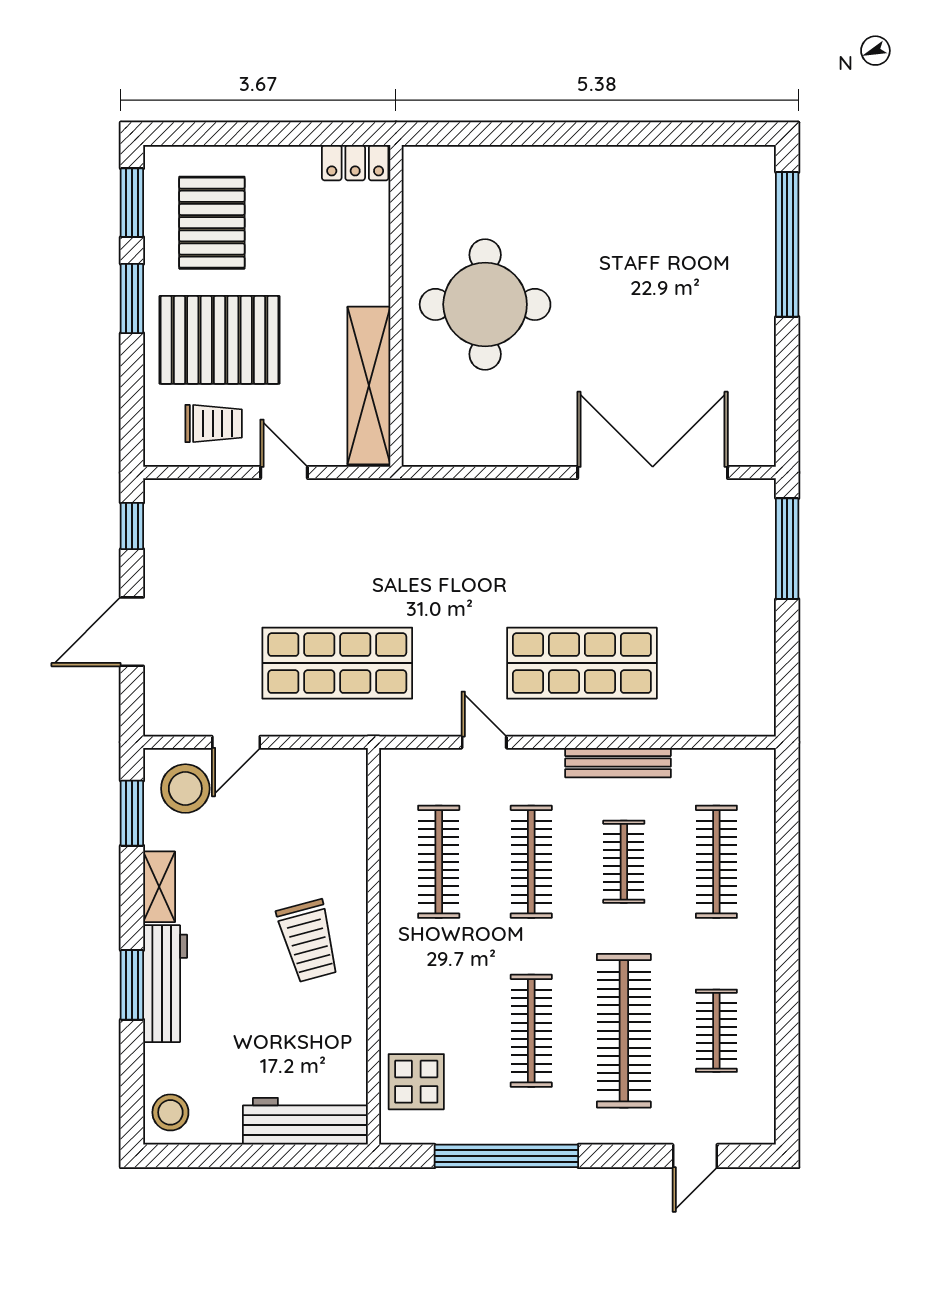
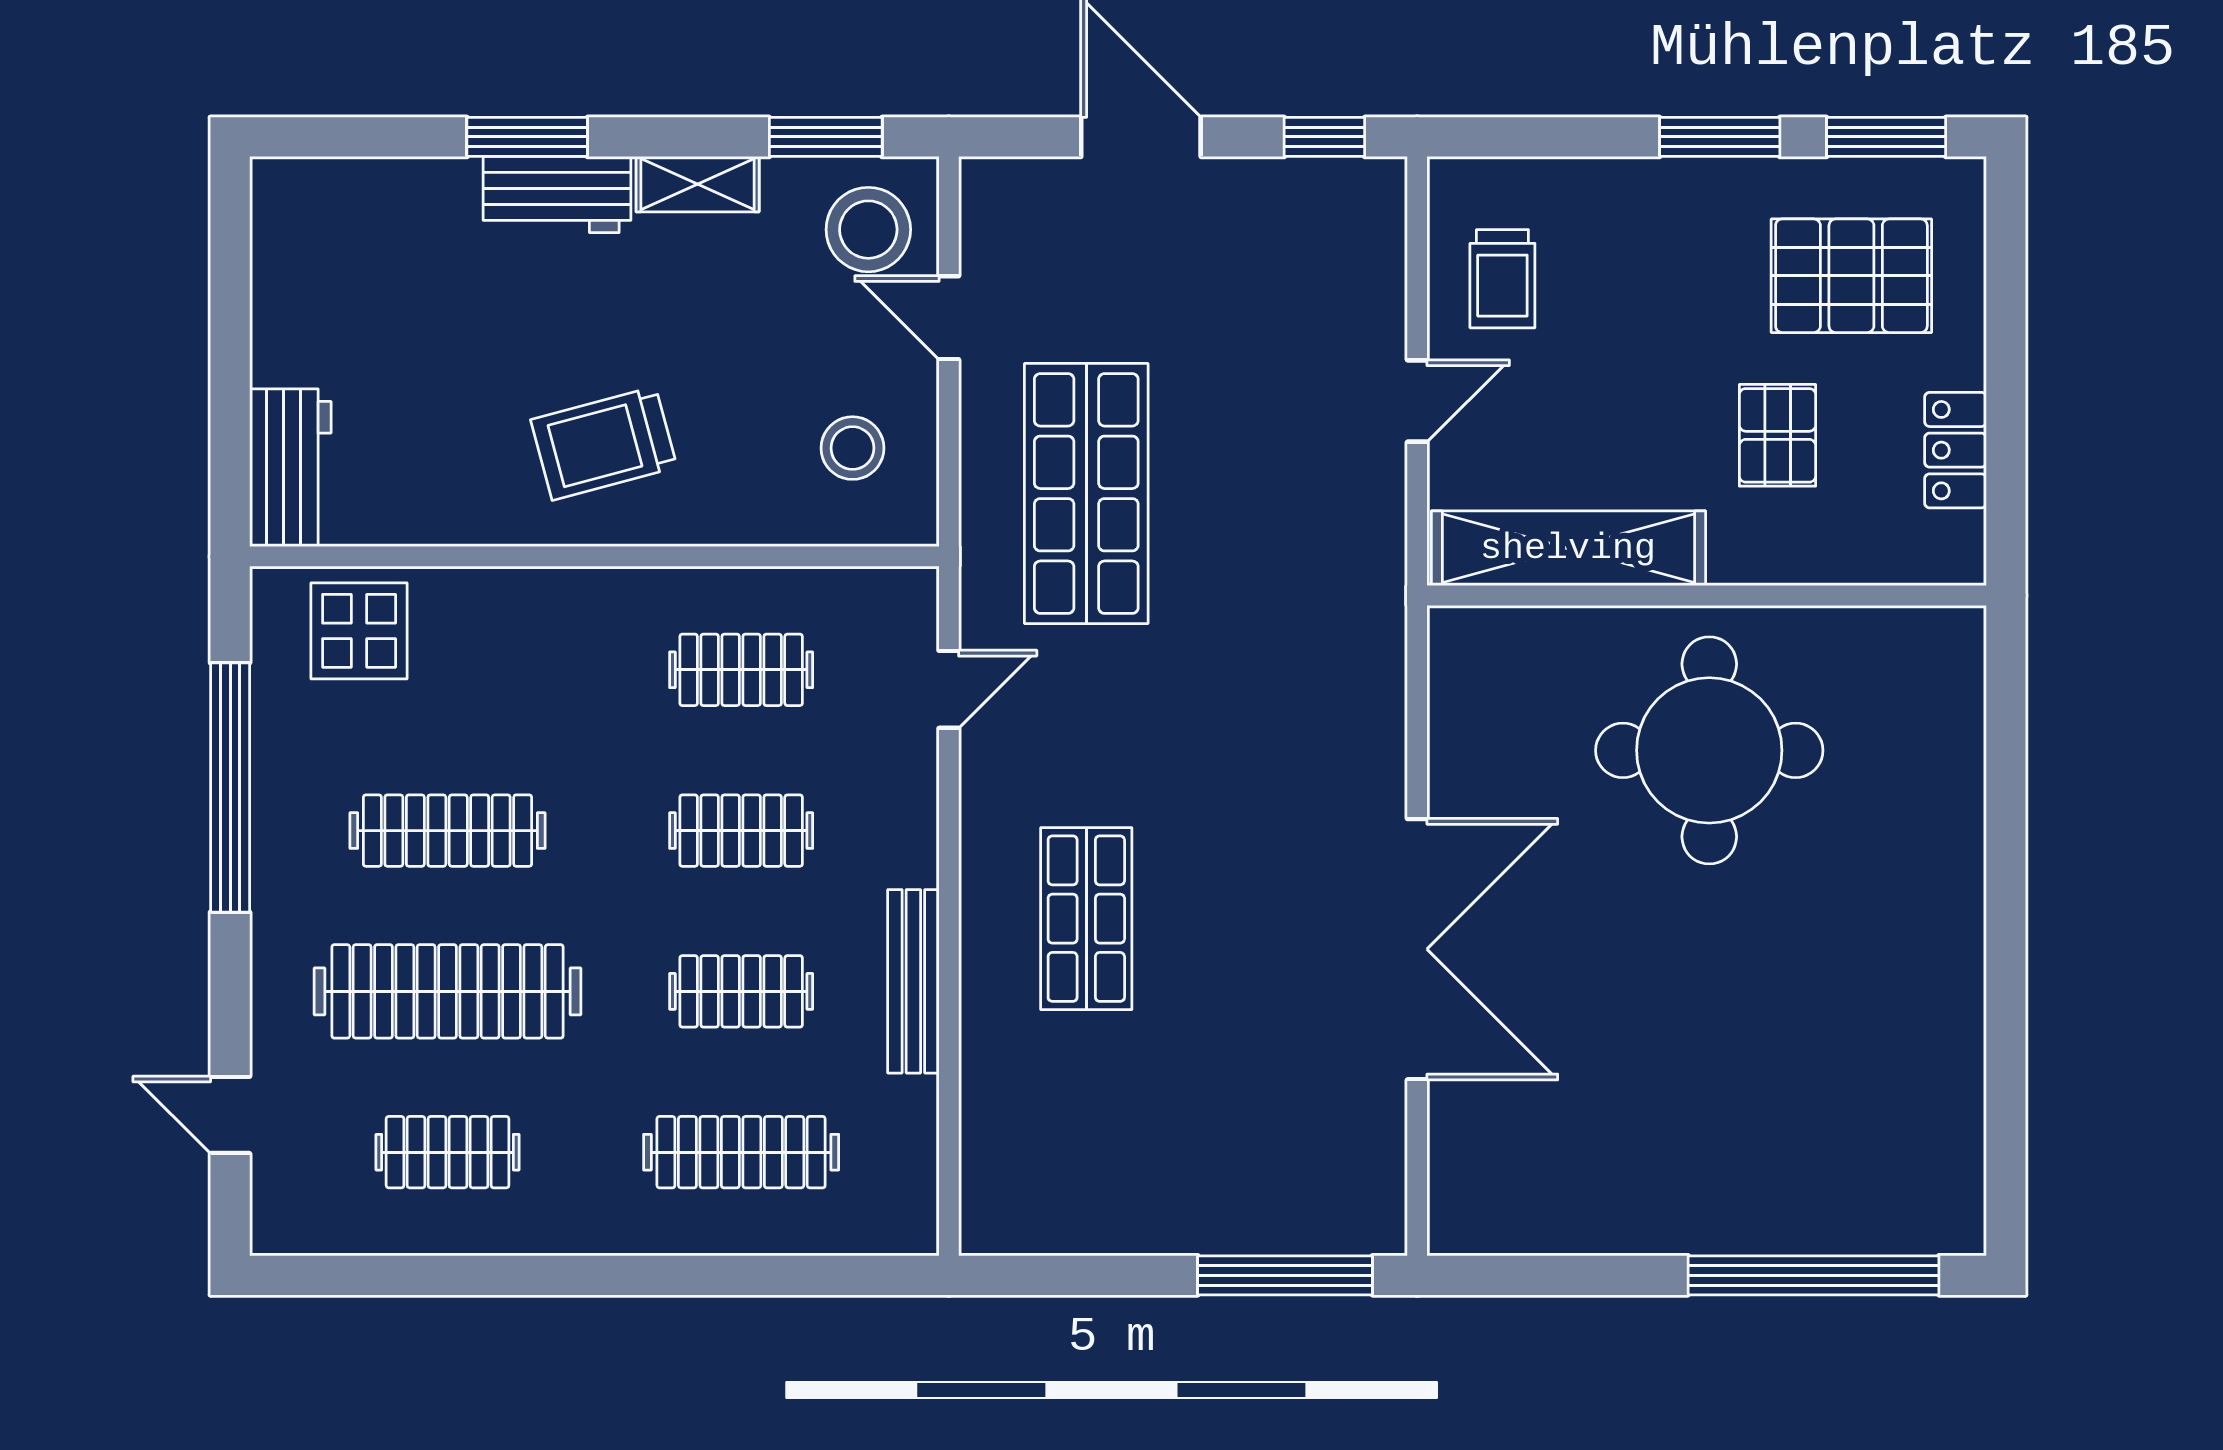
locker: (355, 163) -> (1956, 450), moved
pallet: (220, 340) -> (1778, 435), moved, width x0.49, depth x0.50
double door: (653, 473) -> (1417, 949), moved
shop shelf: (582, 663) -> (1086, 919), width x0.70, depth x0.74
door: (484, 742) -> (949, 689), moved
clothes rail: (439, 862) -> (741, 670), width x0.73
clothes rail: (531, 862) -> (741, 831), width x0.73
workbench: (165, 984) -> (557, 195), width x0.73
stool: (170, 1112) -> (852, 448), moved
workbench: (305, 1121) -> (290, 468), width x0.73

